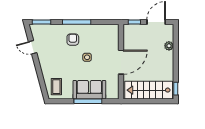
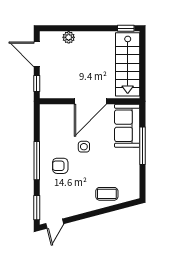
door: (33, 47) -> (55, 224), moved
door: (121, 62) -> (90, 101), swing flipped
coffee table: (56, 87) -> (107, 194), moved
sofa: (89, 90) -> (127, 126), moved

